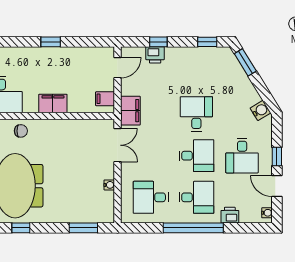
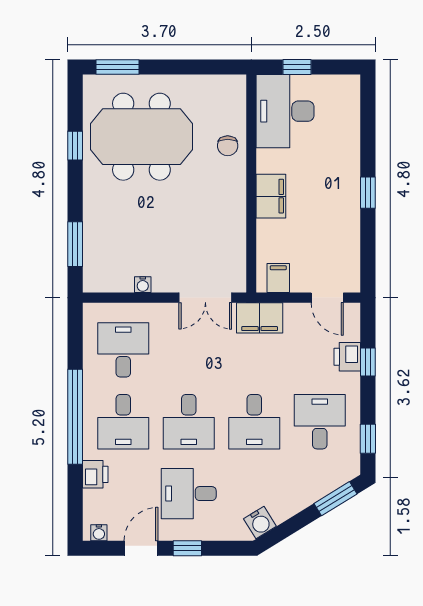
desk: (196, 72) -> (320, 422), added
desk: (196, 114) -> (254, 422), turned 90

